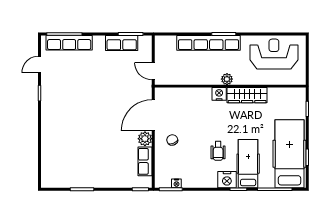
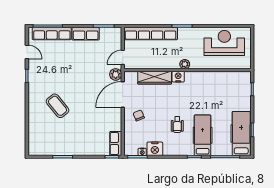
row of seats: (122, 43) -> (86, 34), moved
row of seats: (209, 43) -> (151, 34), moved
door: (40, 65) -> (27, 52), swing flipped
door: (153, 71) -> (123, 57), hinge flipped
wardrobe: (247, 95) -> (155, 78), moved
coffee table: (76, 129) -> (57, 106), added
plant: (145, 139) -> (116, 74), moved
hospital bed: (290, 154) -> (241, 134), width x0.73, depth x0.78
row of seats: (145, 161) -> (116, 144), moved
nightstand: (227, 180) -> (155, 149), moved

